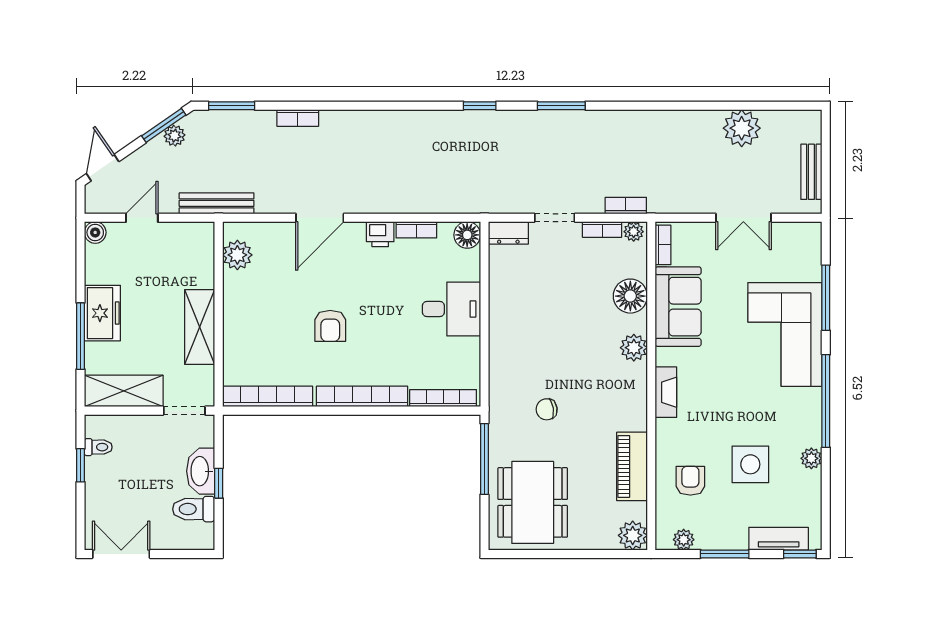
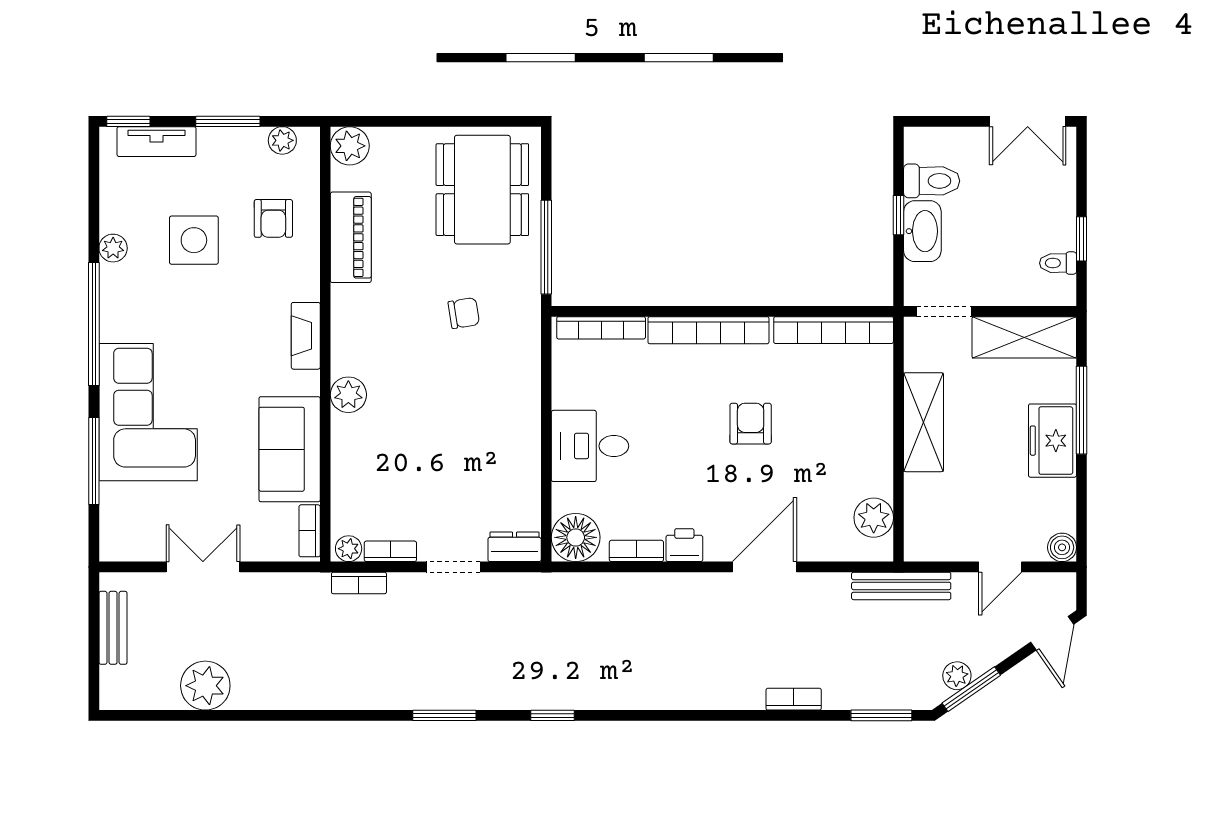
floor lamp: (467, 235) -> (576, 537), width x1.38, depth x1.38
floor lamp: (630, 296) -> (353, 463), removed

